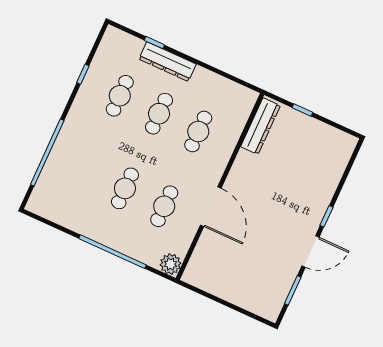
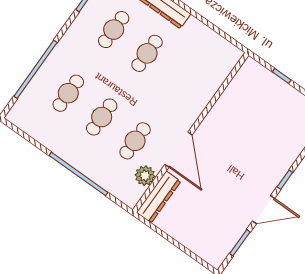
dresser: (260, 126) -> (159, 197), moved
cafe table: (198, 132) -> (68, 93), moved
plant: (170, 264) -> (145, 176), moved

